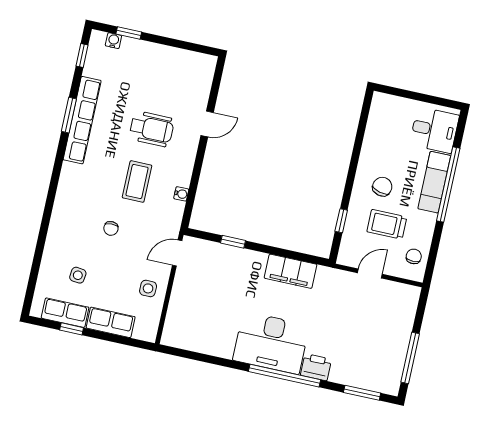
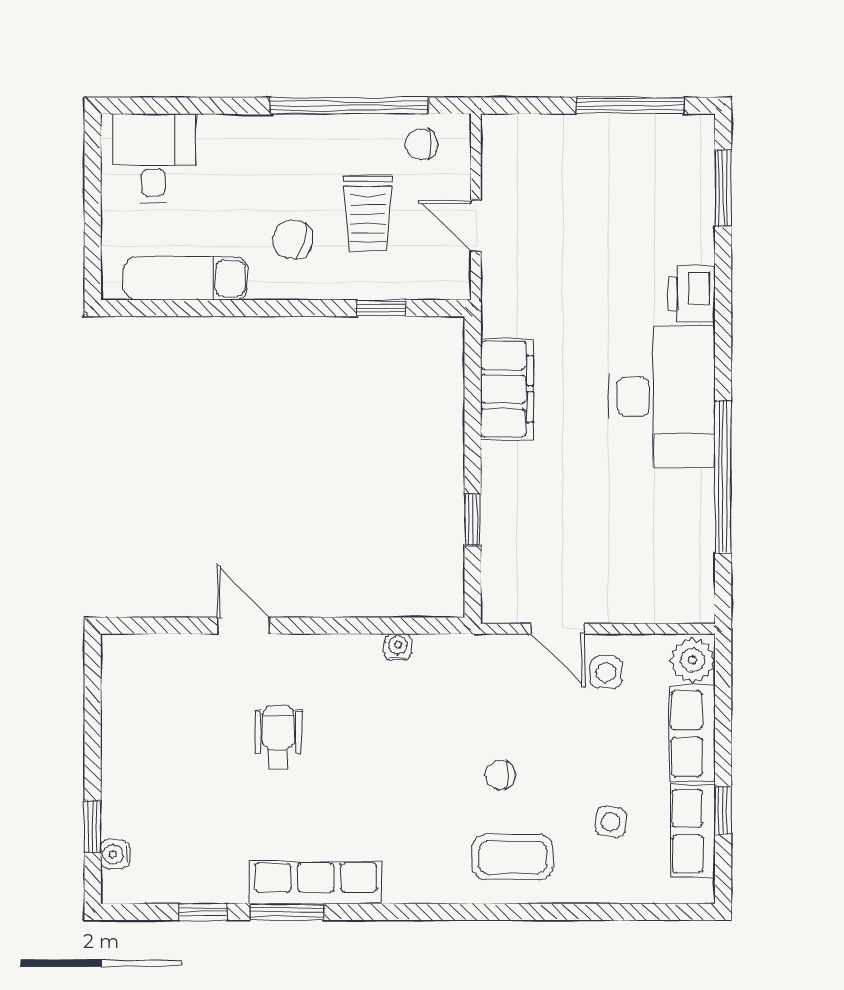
window: (82, 55) -> (203, 912), moved
row of seats: (82, 120) -> (316, 883), width x0.73
wheelchair: (152, 129) -> (278, 737), width x0.73, depth x0.73
coffee table: (137, 181) -> (512, 857), moved
exam couch: (434, 182) -> (186, 278), moved, turned 180
window: (448, 184) -> (349, 106), moved
chair: (111, 228) -> (500, 775), turned 180
door: (177, 253) -> (558, 629), moved
plant: (145, 330) -> (693, 660), added
window: (284, 376) -> (723, 477), moved

